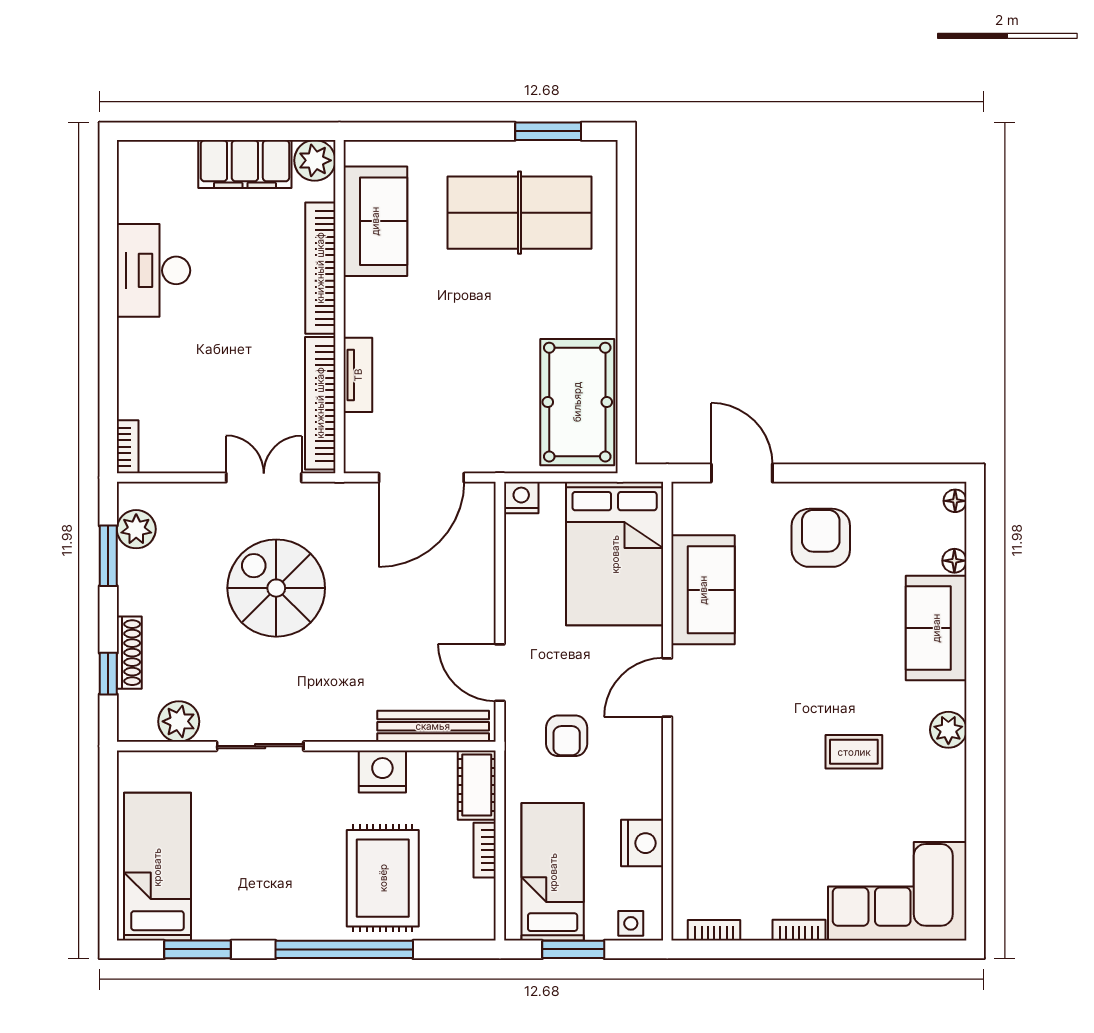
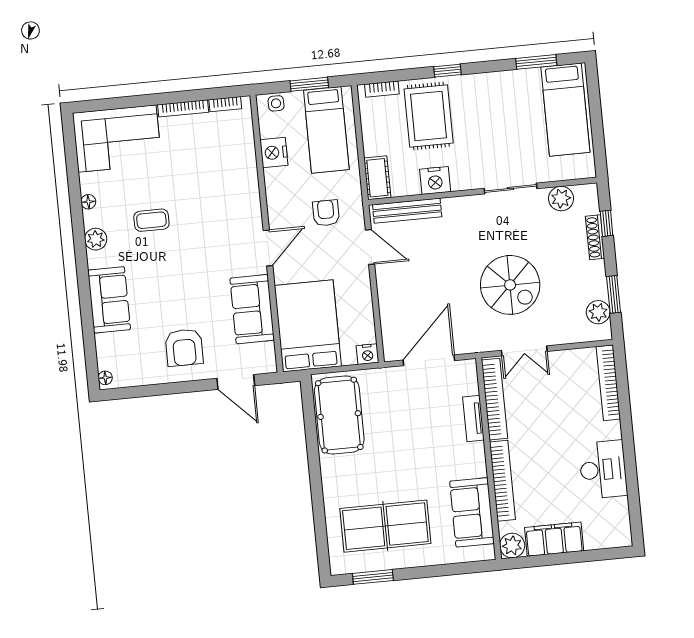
bookcase: (128, 447) -> (608, 383), width x2.31, depth x1.31
floor lamp: (954, 561) -> (88, 202), moved
bookcase: (485, 850) -> (382, 89), moved, turned 90
bookcase: (799, 930) -> (183, 108), width x1.56
window: (344, 949) -> (448, 71), width x0.32

